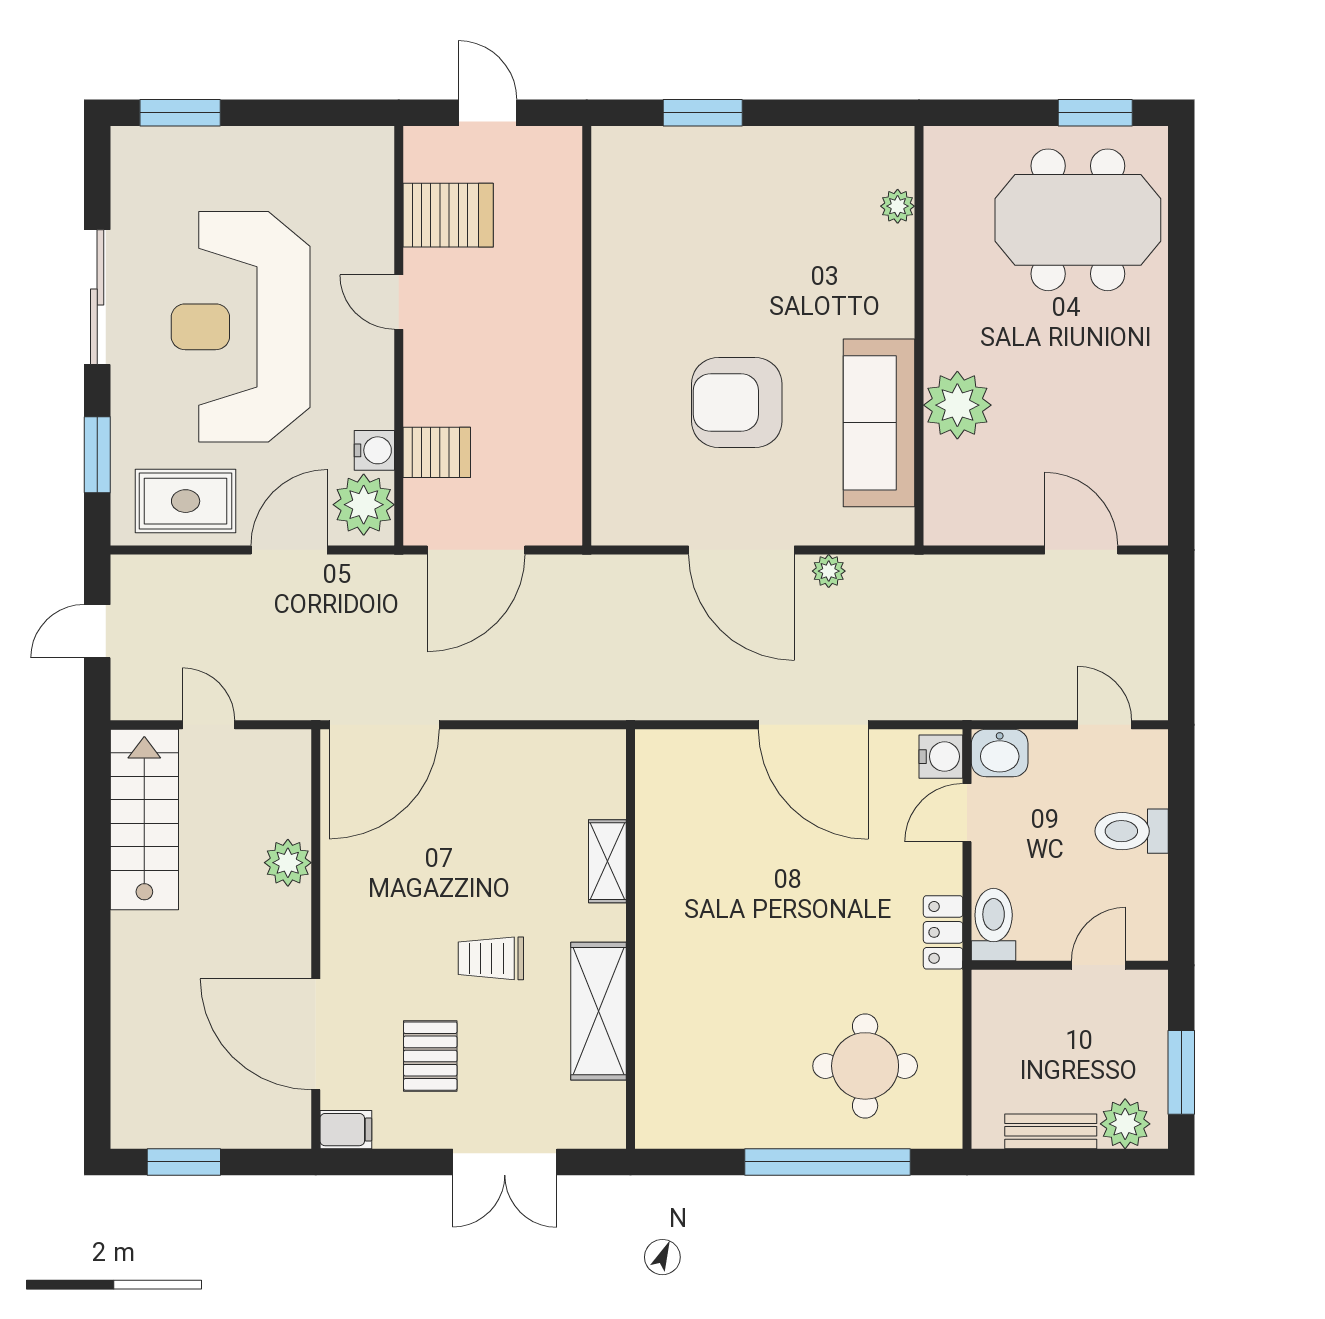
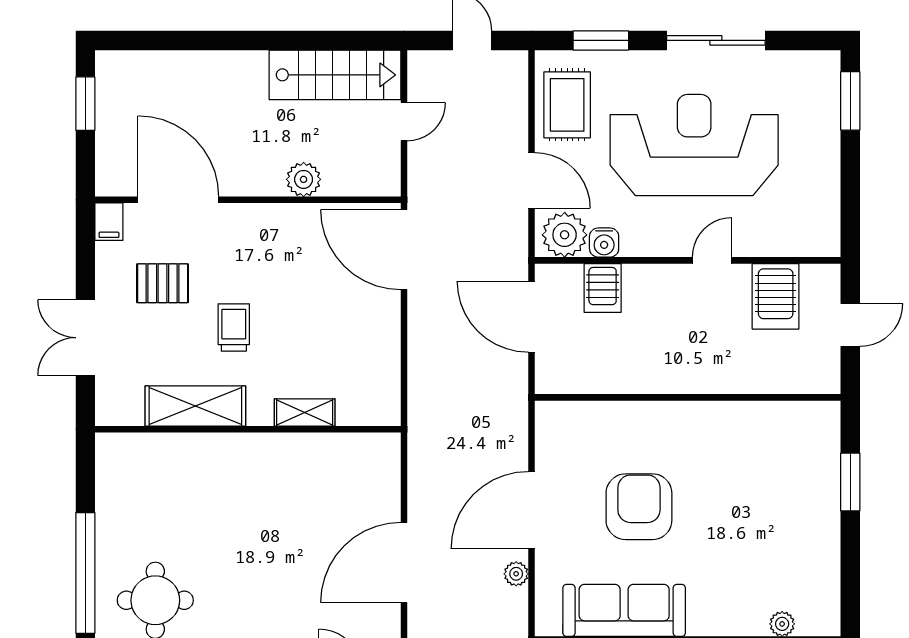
door: (316, 1034) -> (178, 200), hinge flipped

